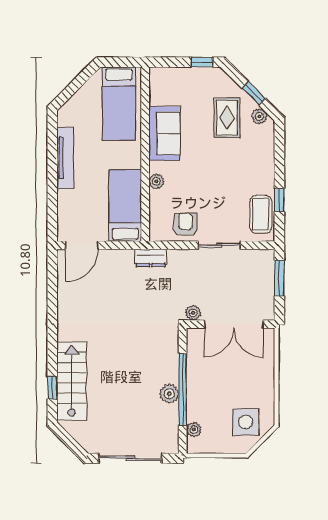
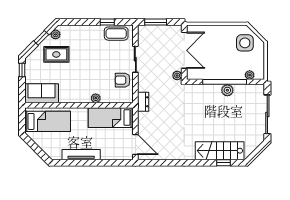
sofa: (165, 133) -> (42, 93), moved

